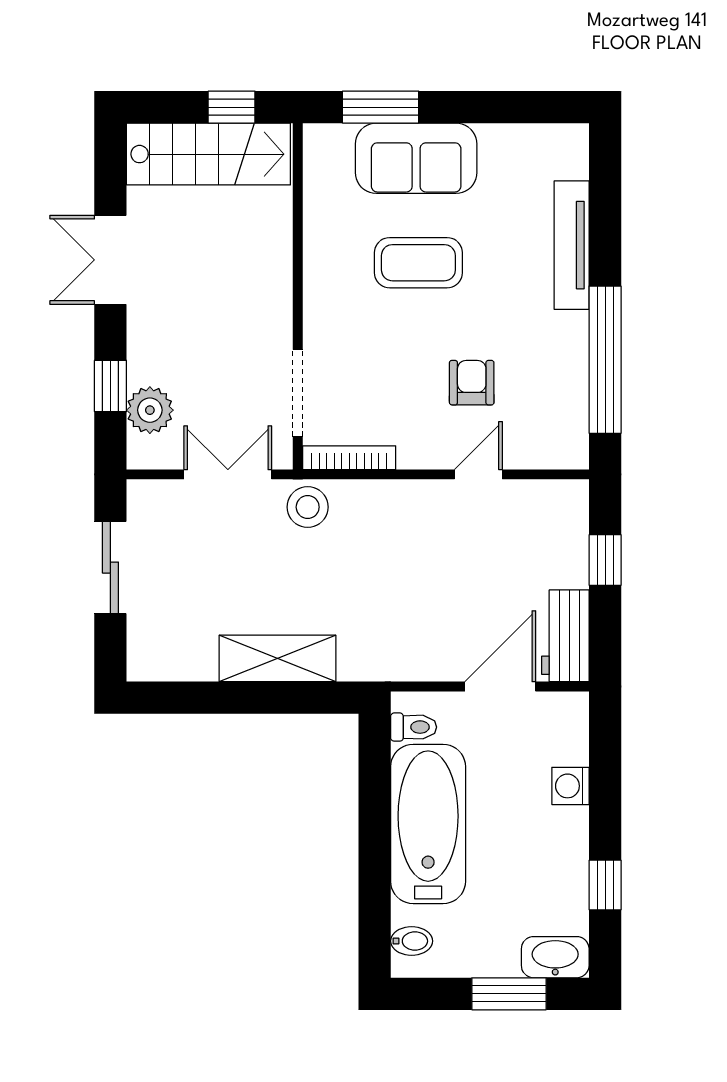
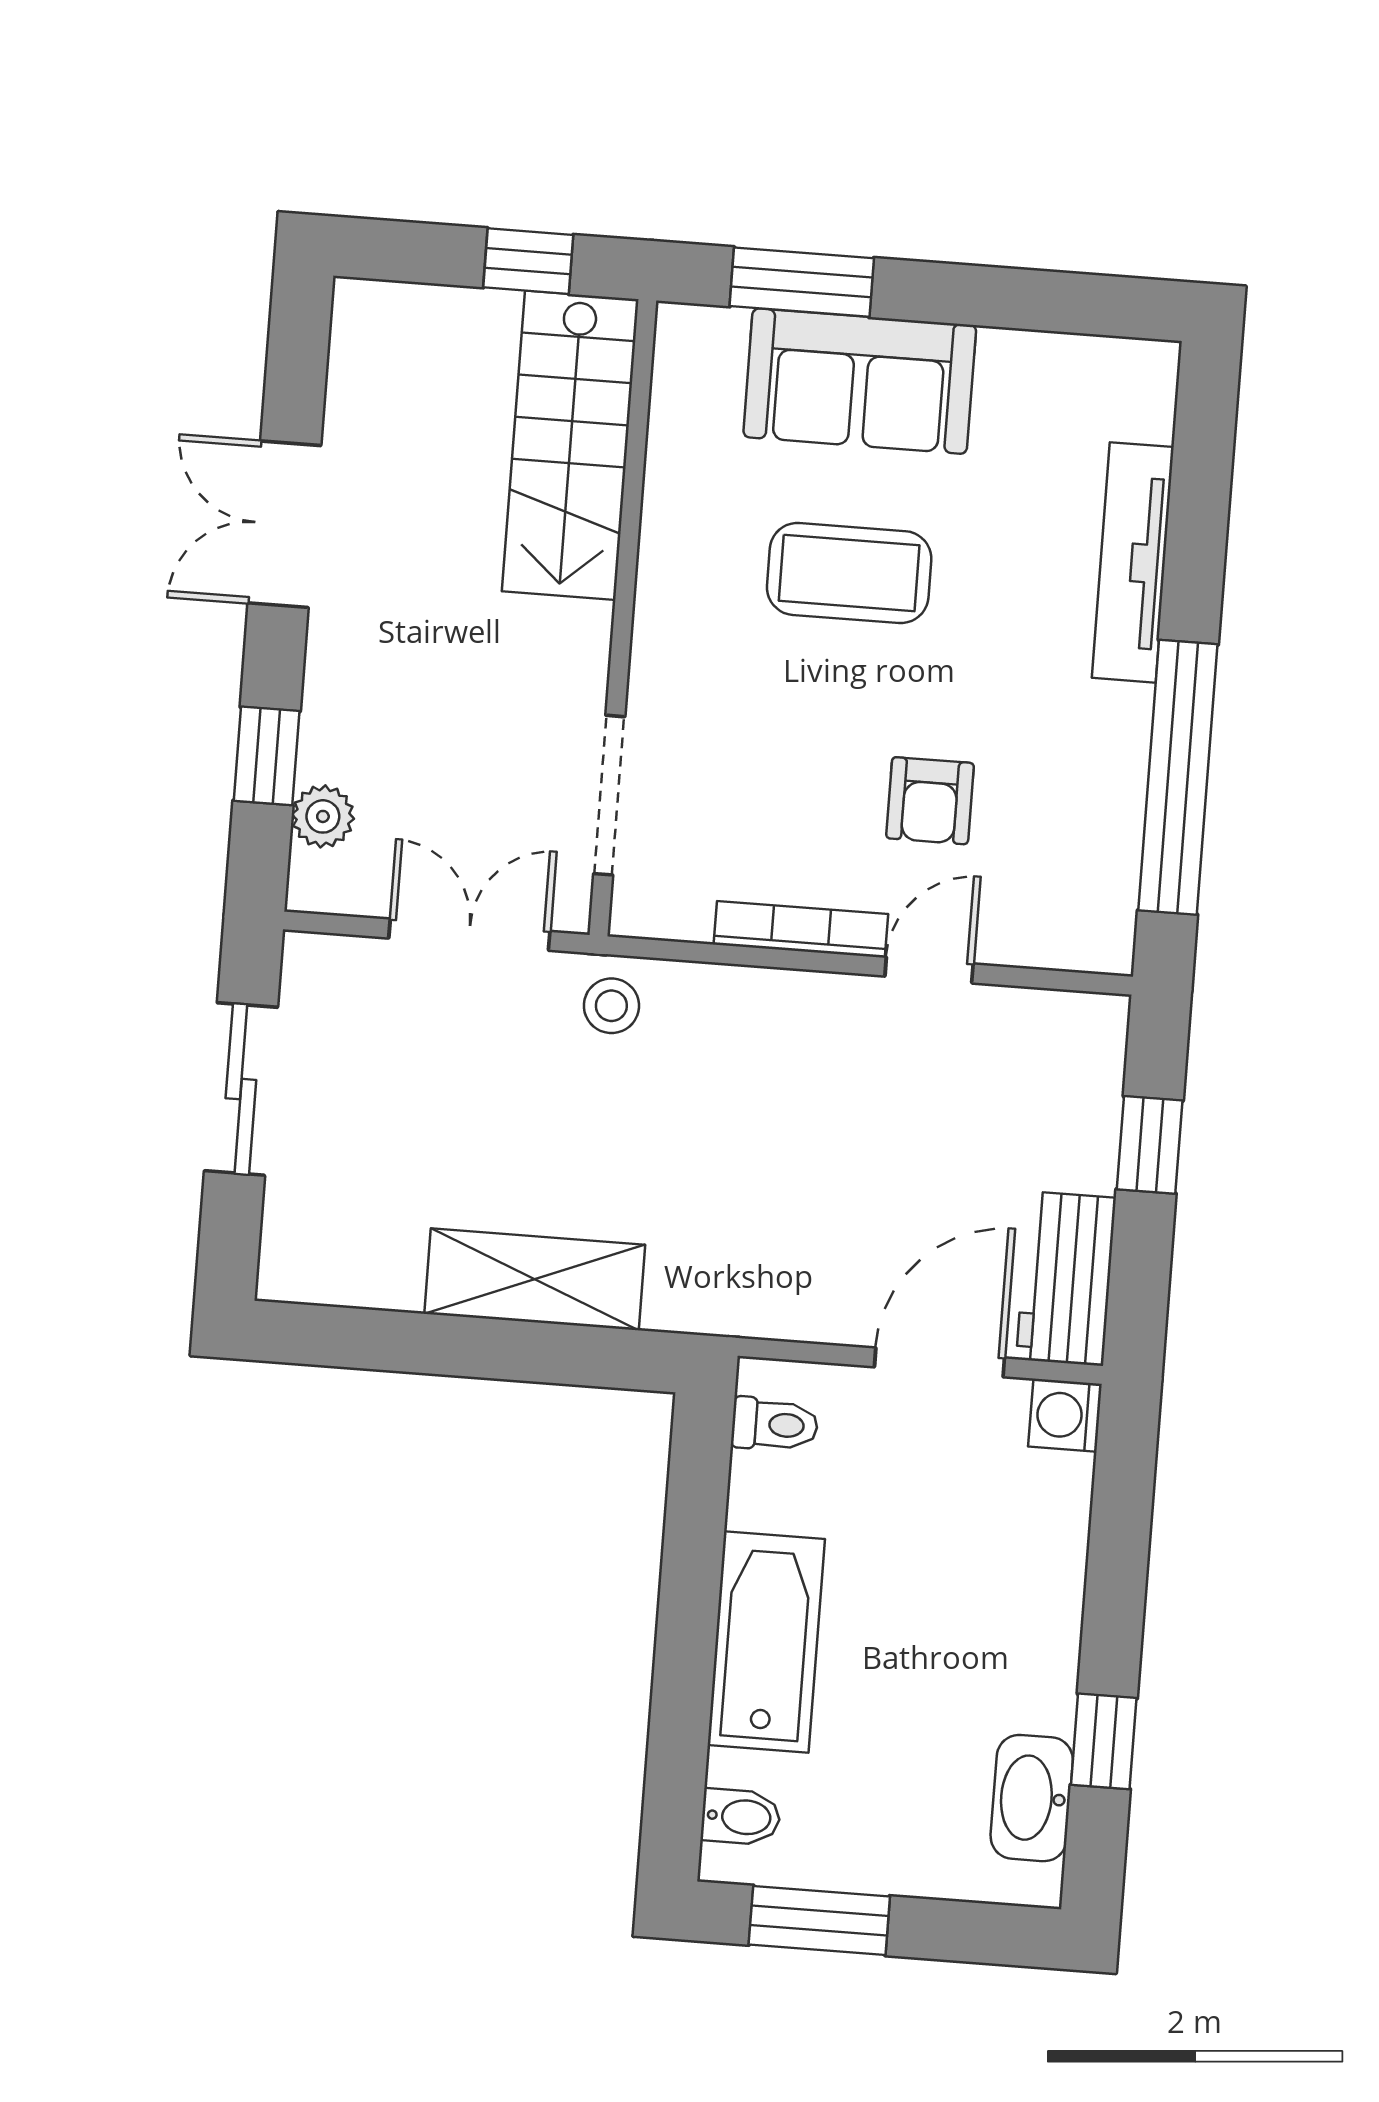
stairs: (208, 154) -> (570, 445), moved, turned 90
armchair: (472, 383) -> (930, 801), turned 180
plant: (150, 410) -> (323, 816), width x0.73, depth x0.73
bookcase: (349, 458) -> (801, 929), moved
stool: (308, 507) -> (611, 1006), width x0.73, depth x0.73
washing machine: (570, 786) -> (1065, 1415), moved
bathtub: (428, 824) -> (766, 1642), width x0.73, depth x0.73
washbasin: (555, 957) -> (1032, 1798), moved, turned -90
window: (509, 994) -> (819, 1920), moved

